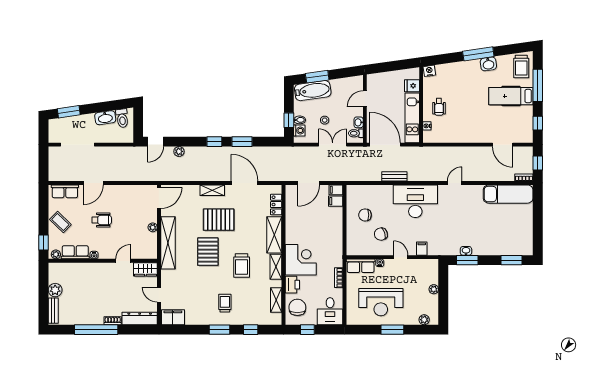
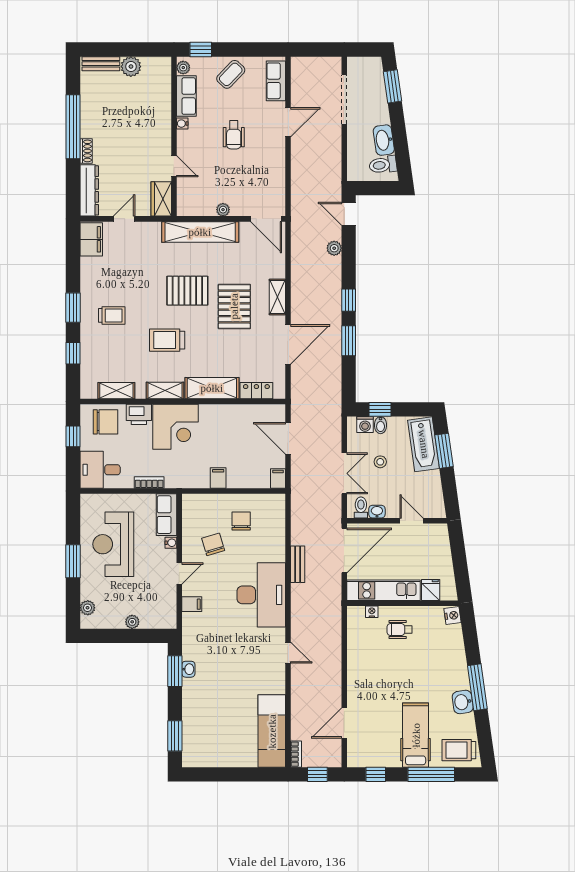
door: (93, 183) -> (288, 122), swing flipped
filing cabinet: (336, 201) -> (218, 478), moved

